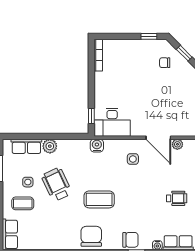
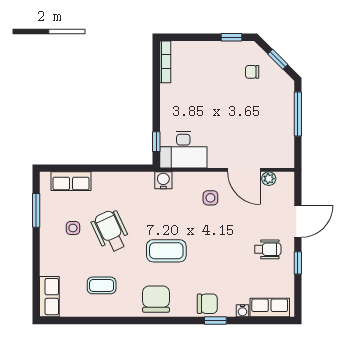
plant: (50, 146) -> (102, 181), removed
coffee table: (23, 203) -> (102, 285), moved

